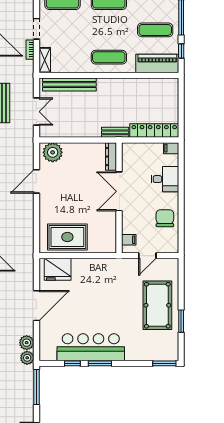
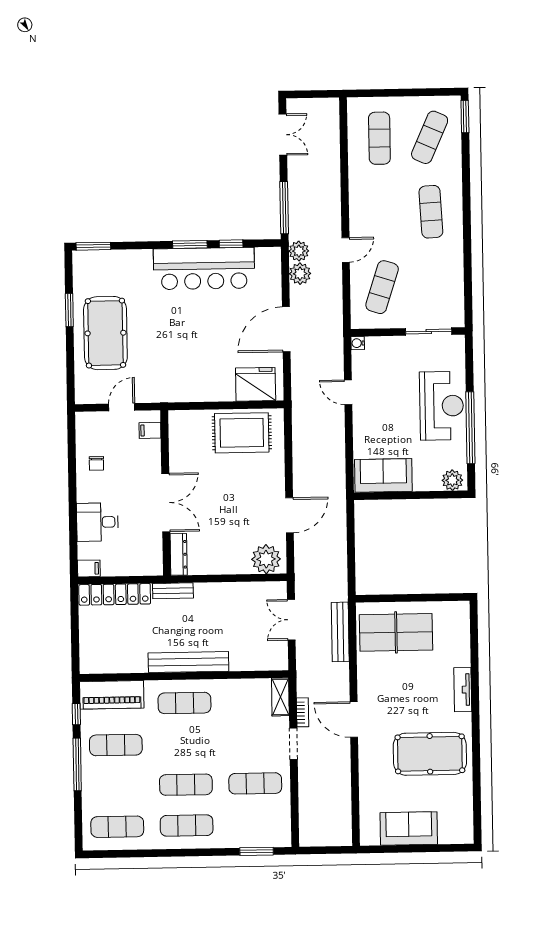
bench: (69, 84) -> (188, 662), moved
chair: (165, 218) -> (96, 463), width x0.54, depth x0.54

